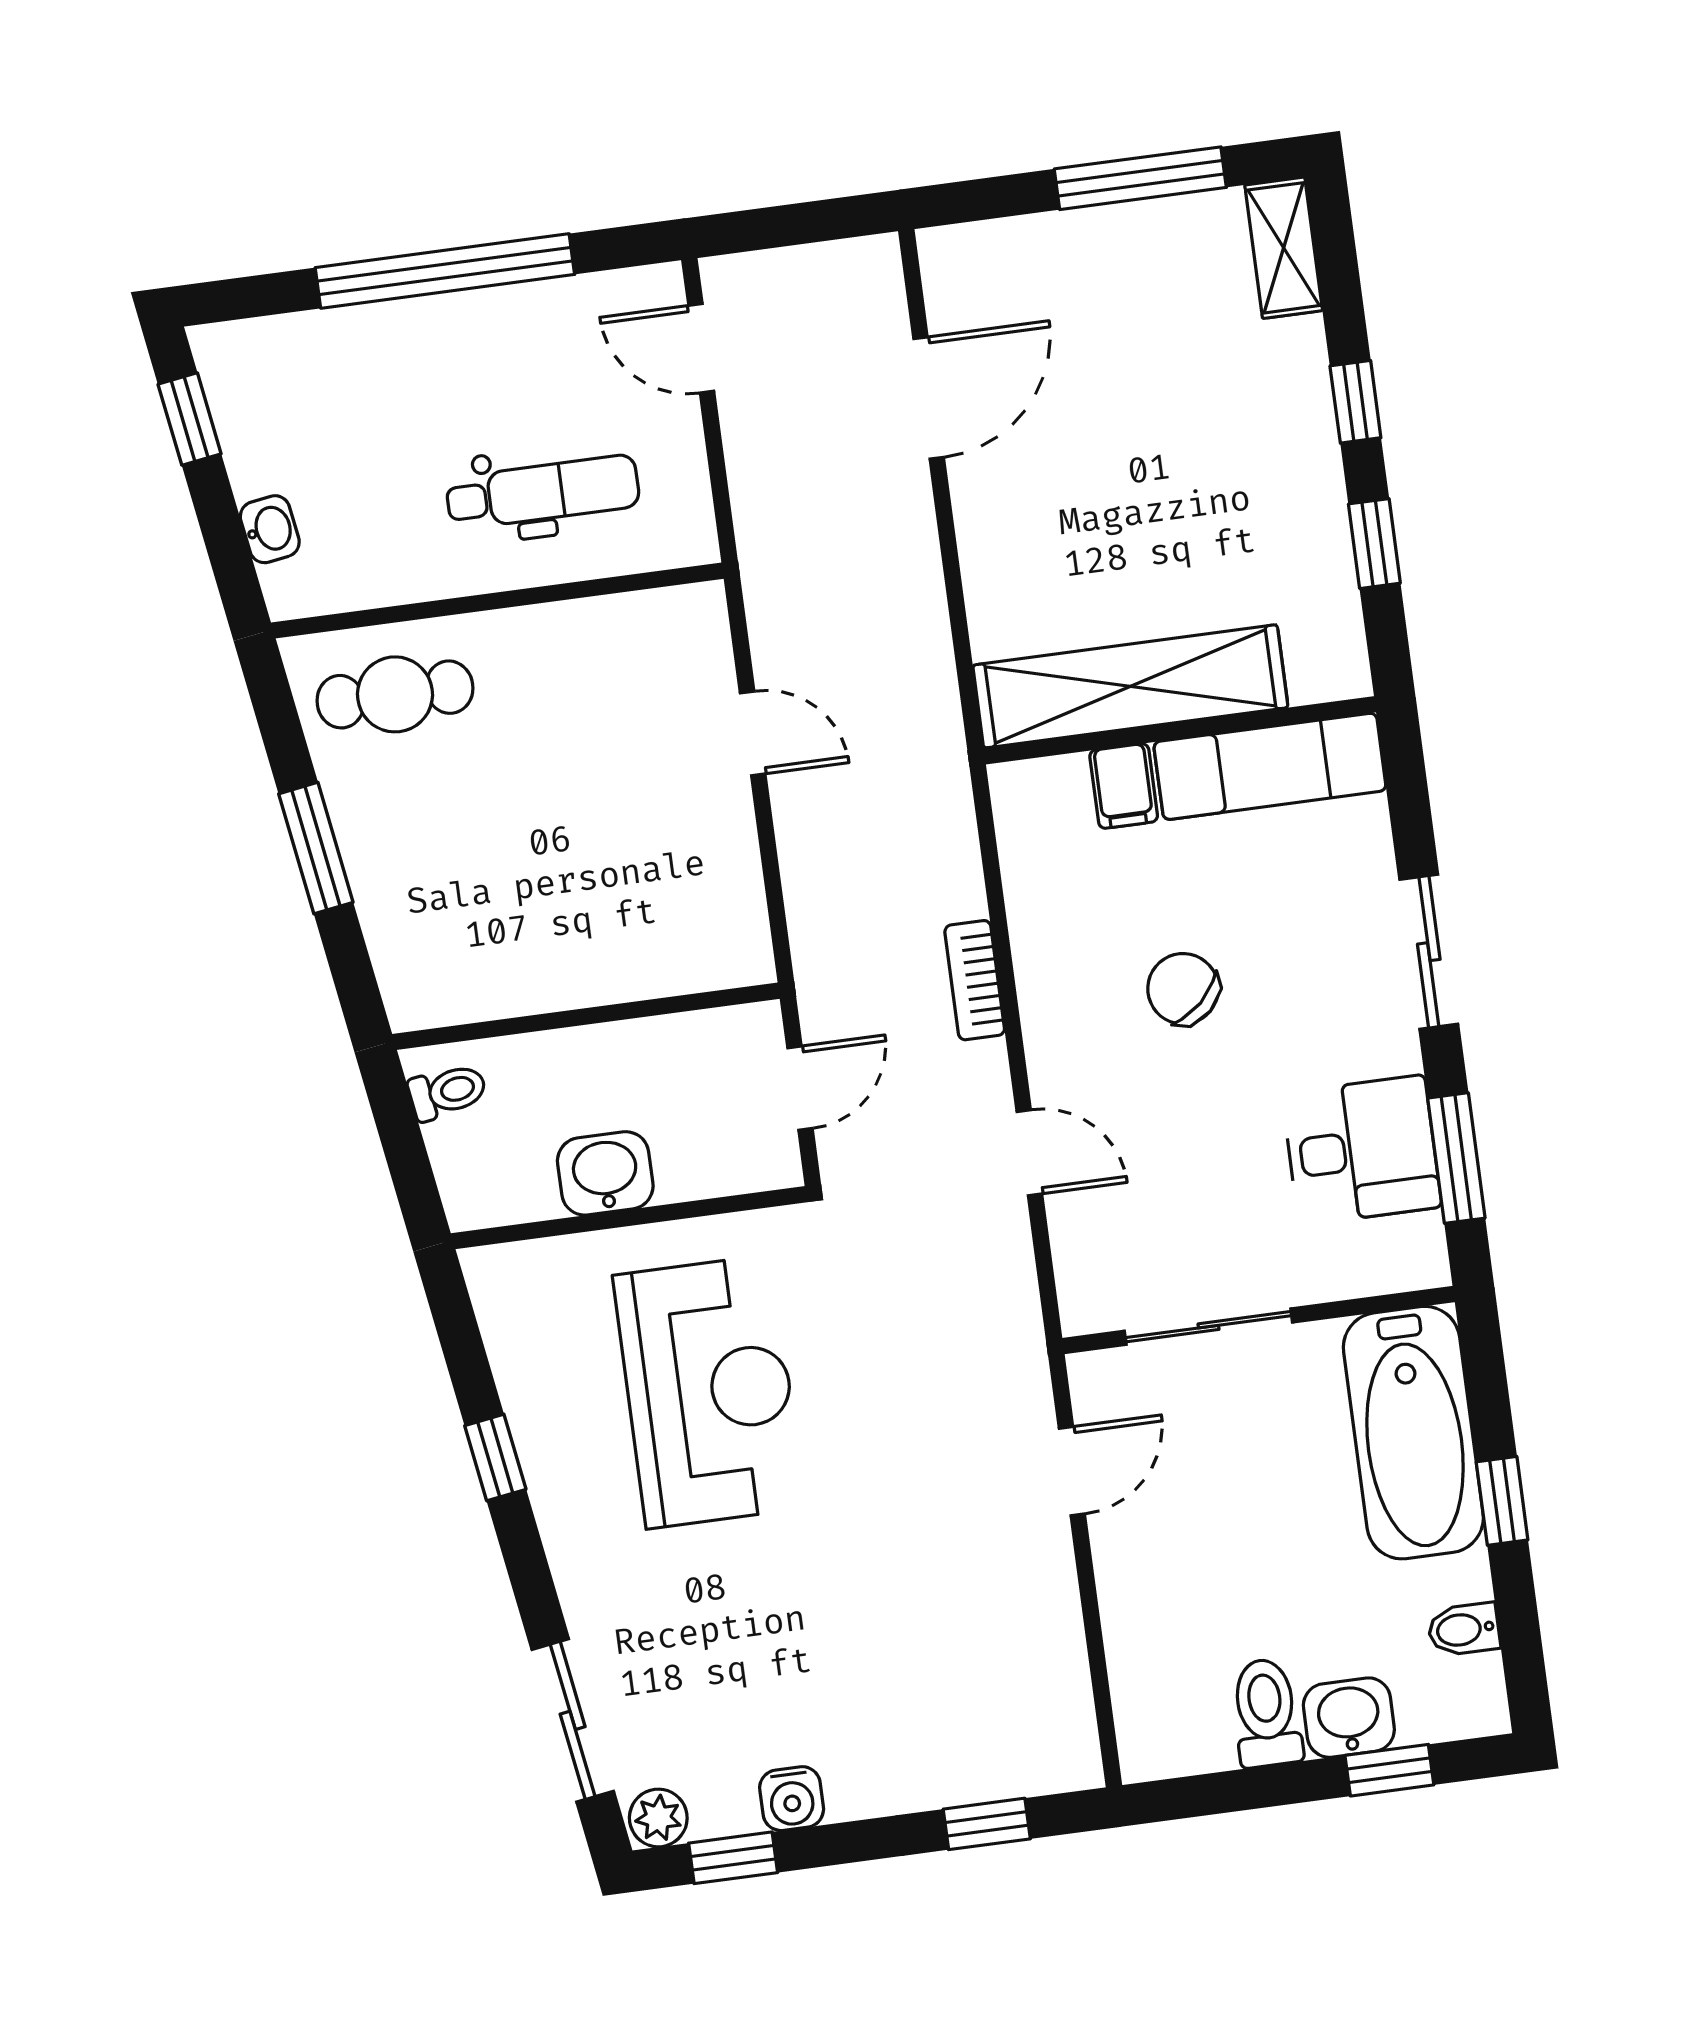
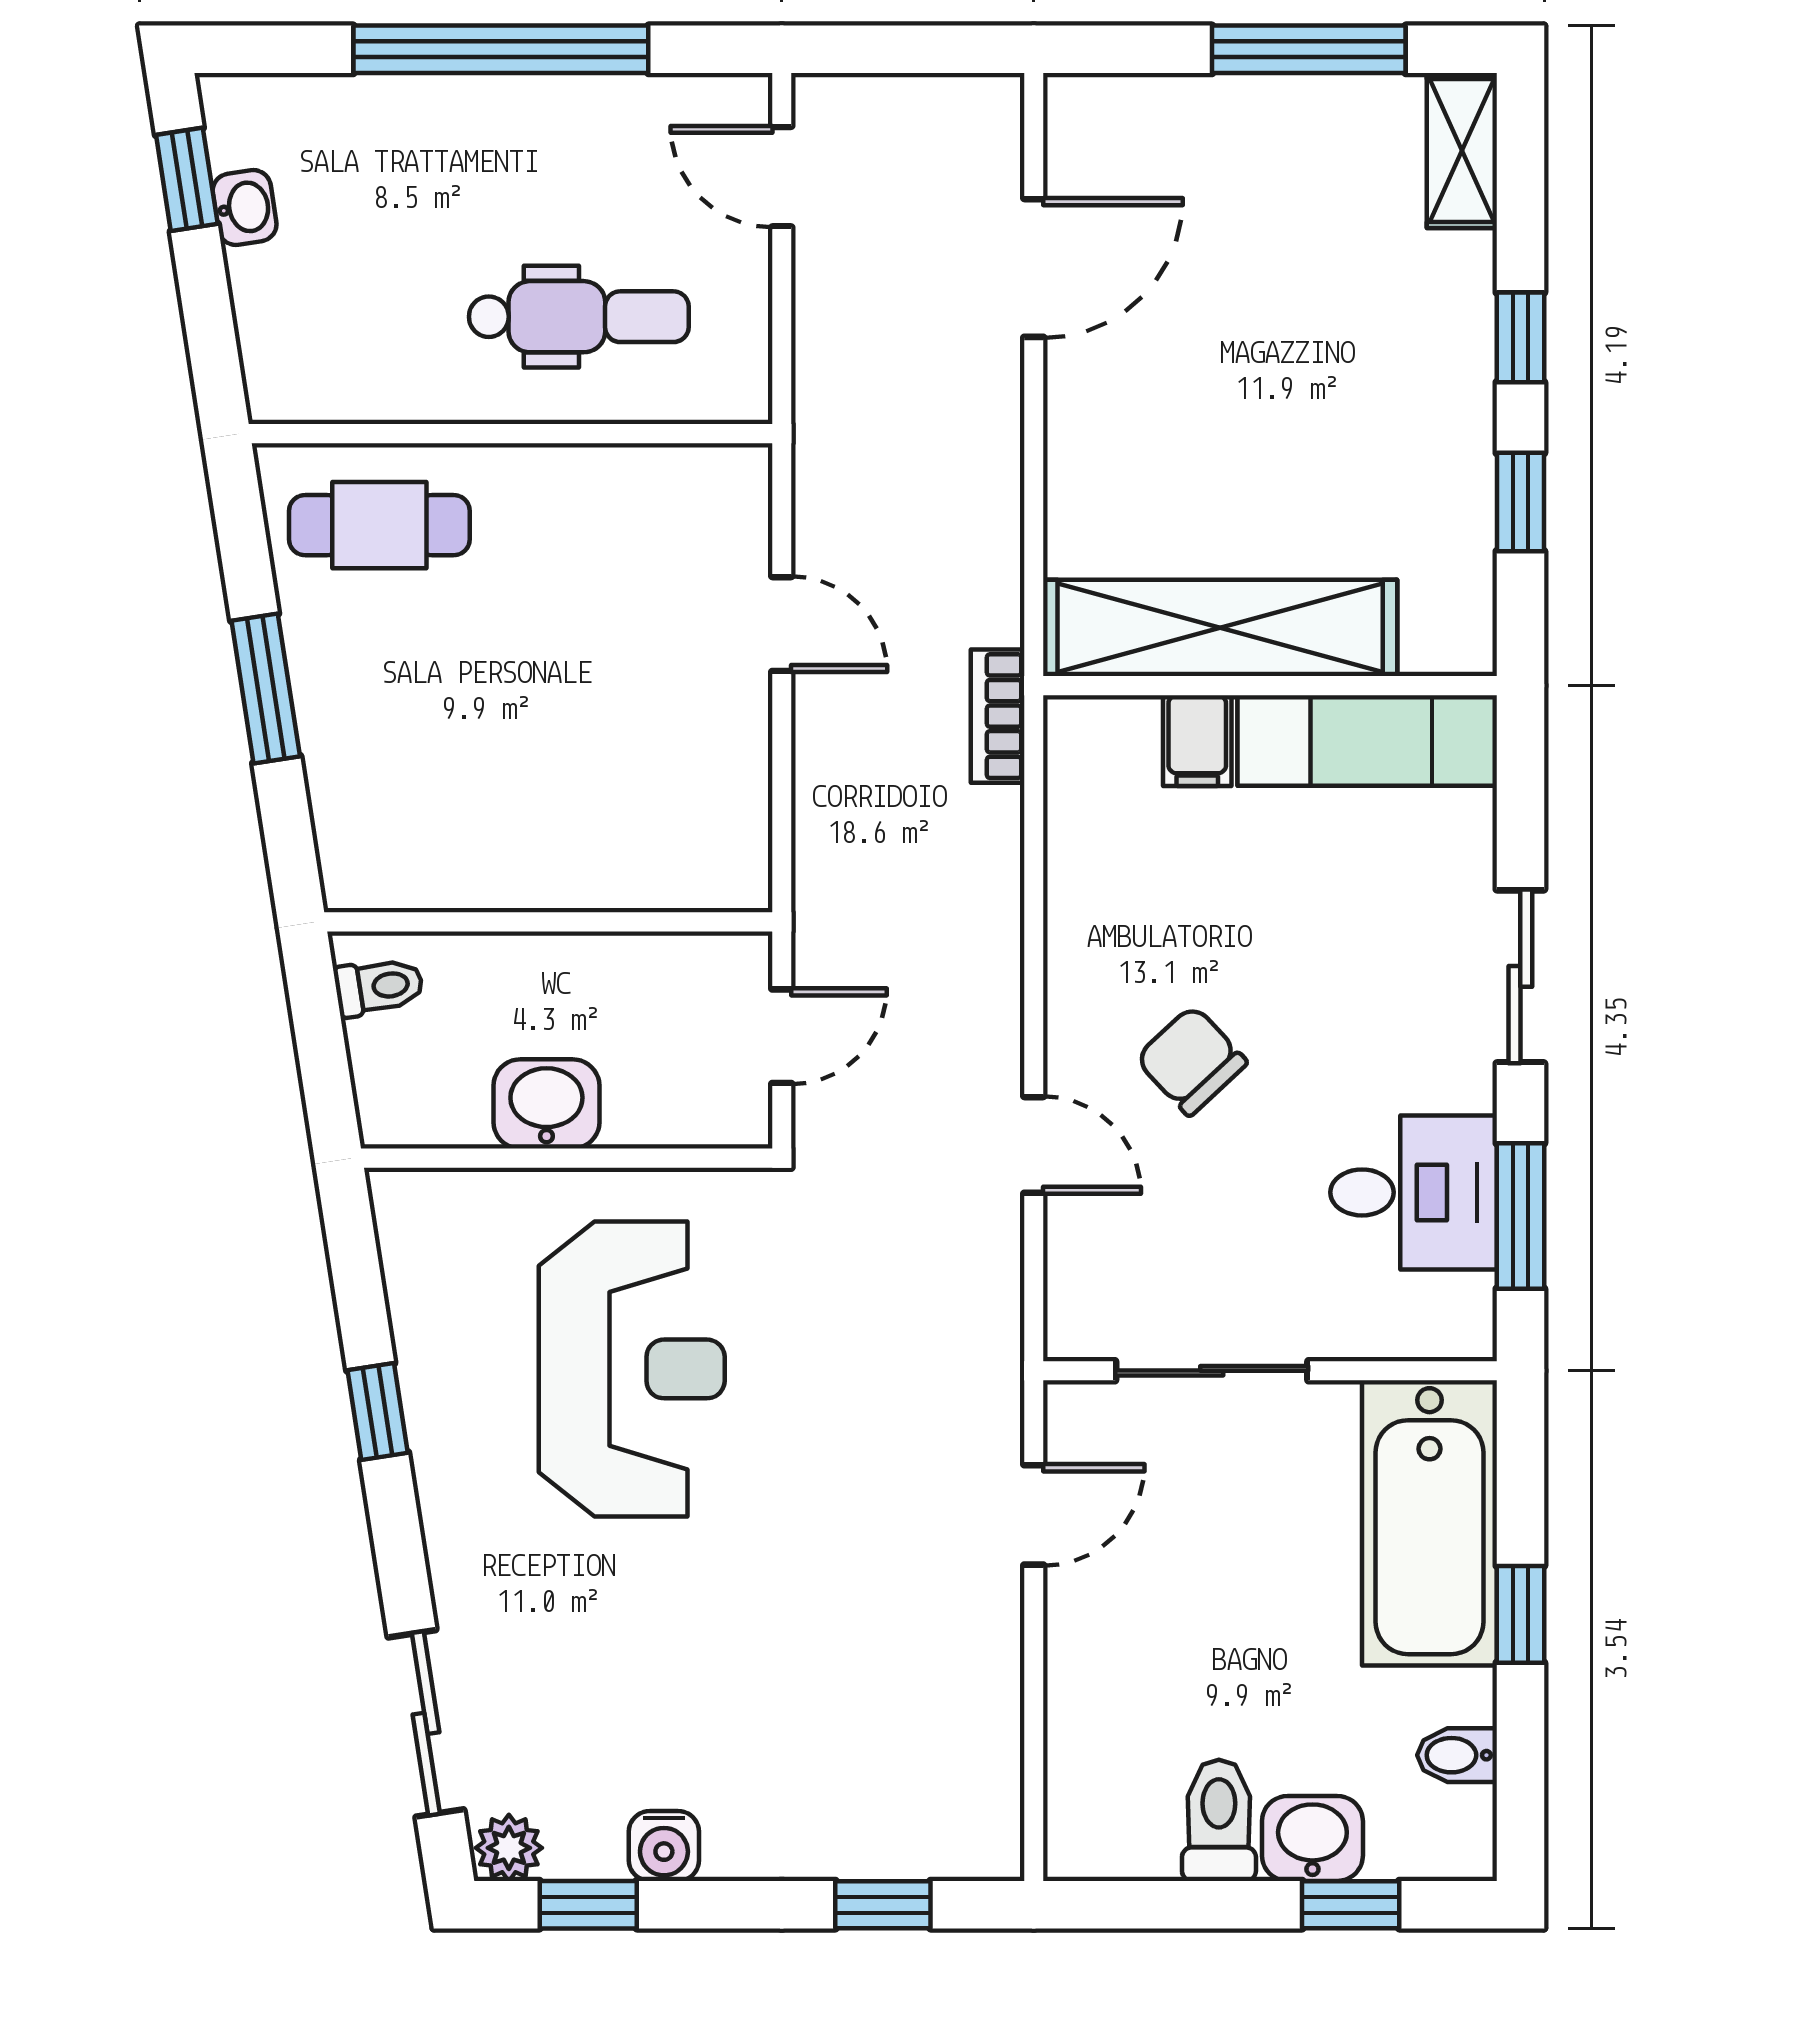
washbasin: (270, 529) -> (245, 208), moved
bookcase: (975, 980) -> (998, 716), moved
chair: (1183, 989) -> (1191, 1061), moved

